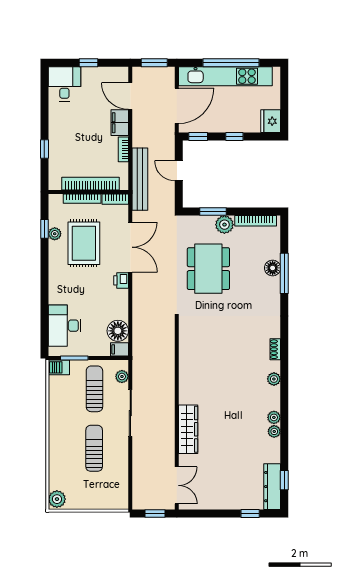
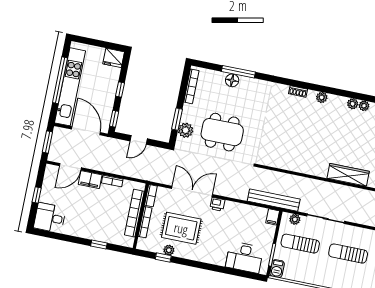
bench: (140, 179) -> (274, 200), moved
plant: (224, 225) -> (186, 130), moved
floor lamp: (118, 331) -> (257, 215), removed

